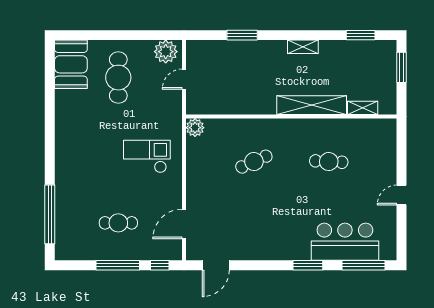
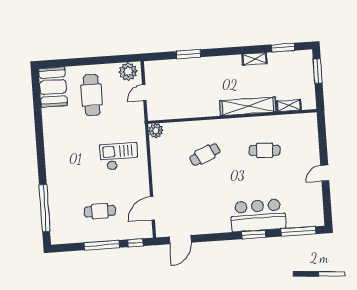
shelving: (303, 47) -> (254, 59), moved
bar counter: (345, 242) -> (258, 215), moved

